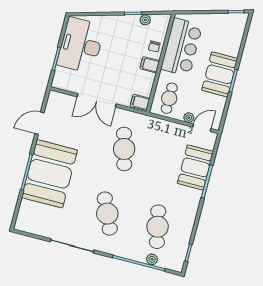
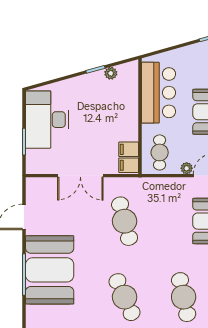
chair: (154, 46) -> (128, 100), removed
filing cabinet: (150, 65) -> (129, 149), moved

